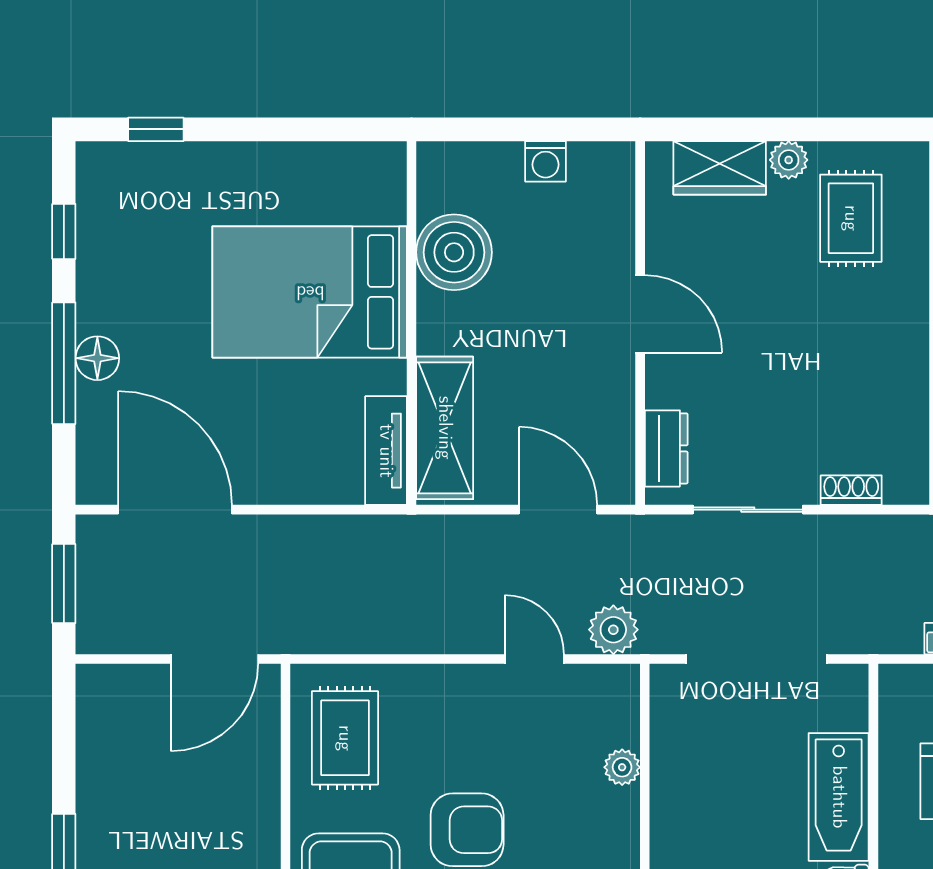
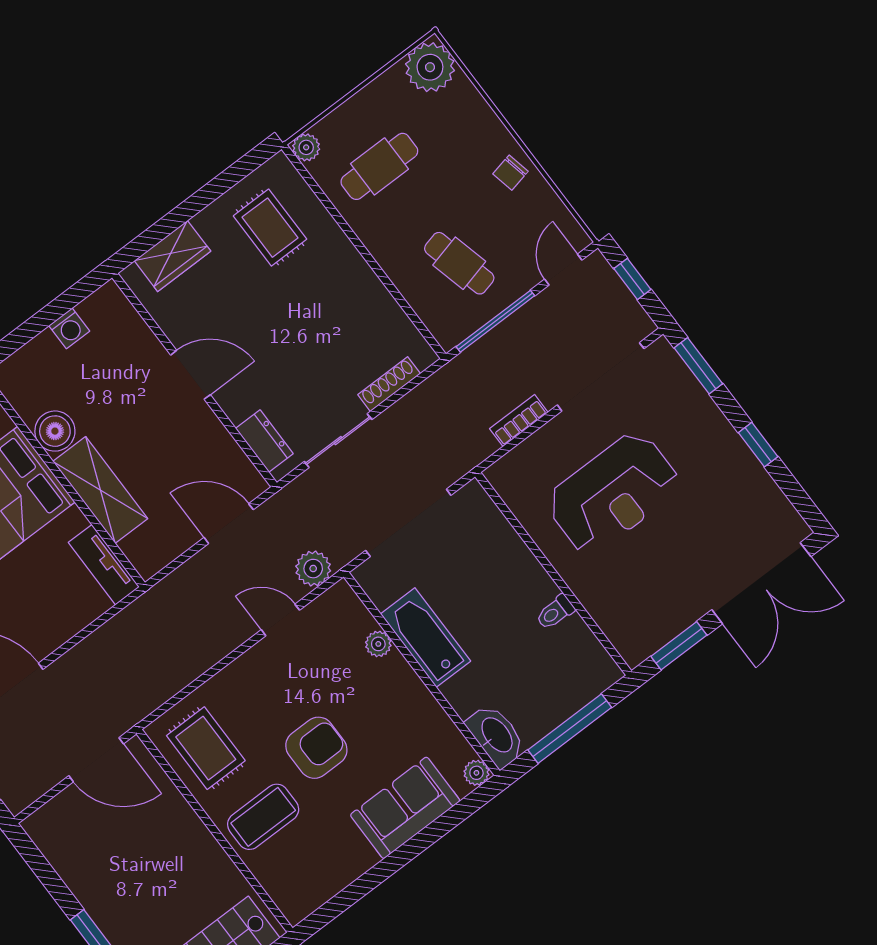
plant: (789, 160) -> (209, 221), removed
boiler: (454, 252) -> (55, 431), width x0.73, depth x0.73
shelving: (445, 428) -> (100, 490), moved
shoe rack: (851, 490) -> (389, 384), width x1.43
door: (214, 659) -> (96, 760), hinge flipped
bathtub: (839, 797) -> (426, 637), moved, turned 180

